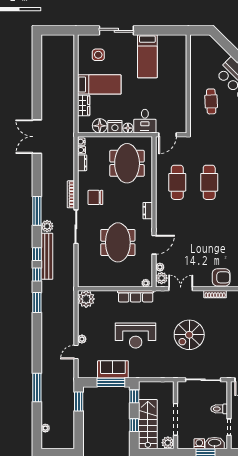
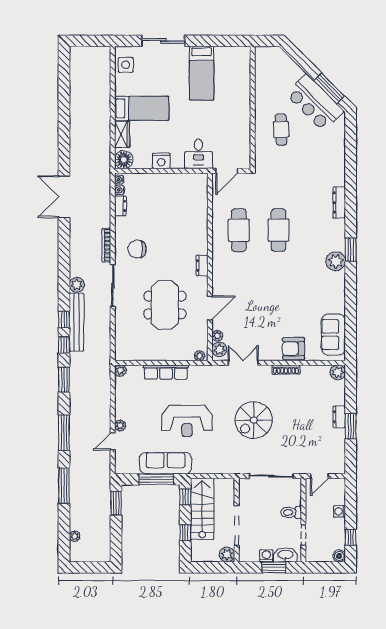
side table: (98, 55) -> (126, 65), moved
floor lamp: (100, 126) -> (124, 160), moved
floor lamp: (128, 128) -> (177, 163), removed
double door: (37, 137) -> (64, 197), moved
meeting table: (127, 163) -> (176, 207), removed
window: (37, 211) -> (64, 433), moved
armchair: (221, 277) -> (293, 349), turned 180
row of seats: (136, 296) -> (166, 372), moved
plant: (86, 299) -> (120, 370), width x0.53, depth x0.53
sofa: (113, 369) -> (166, 463), width x1.36
stairs: (148, 424) -> (202, 509), moved

